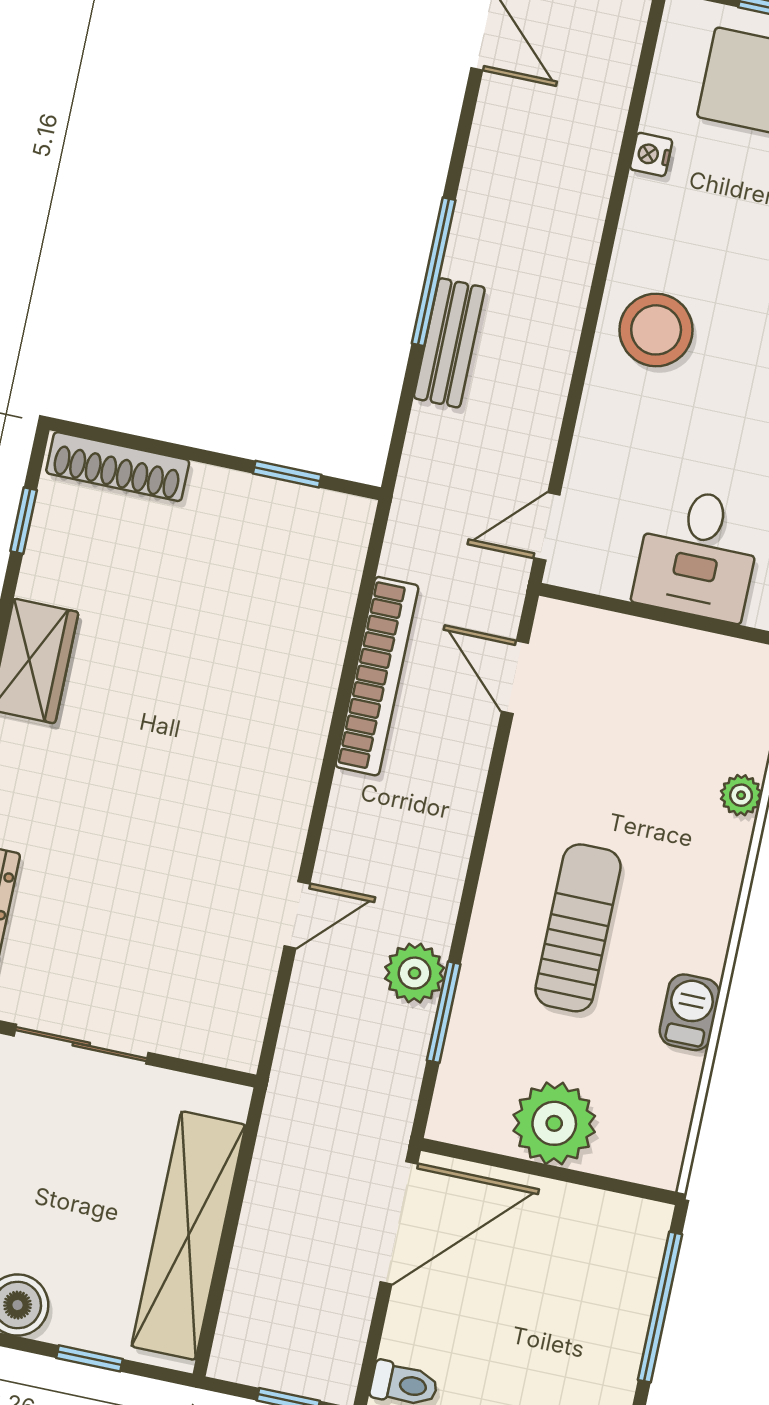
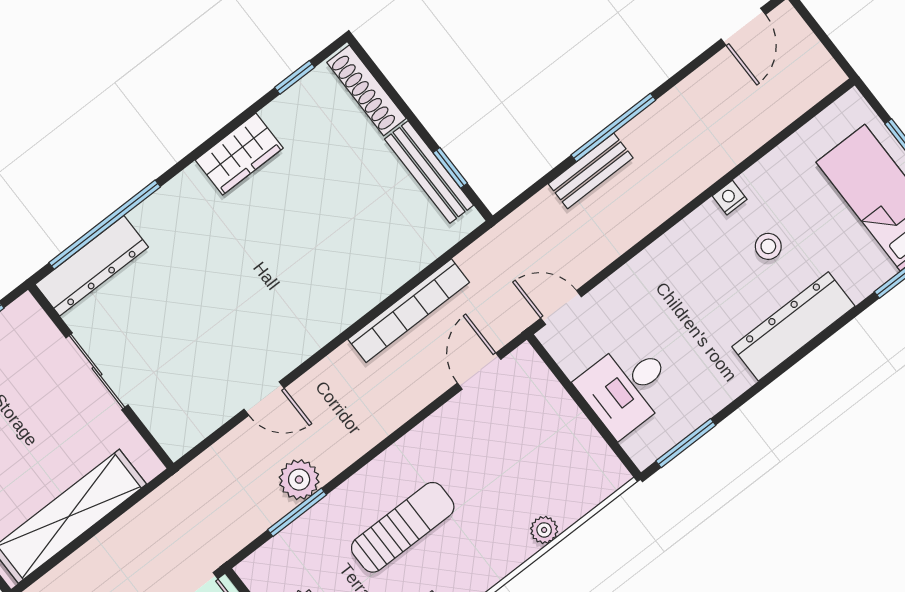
nightstand: (651, 154) -> (730, 198), moved
stool: (656, 330) -> (768, 246), moved, width x0.53, depth x0.53
bench: (267, 499) -> (429, 172), added

